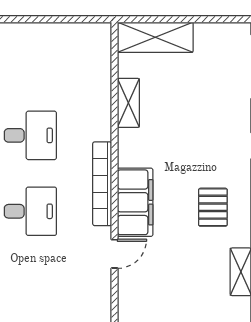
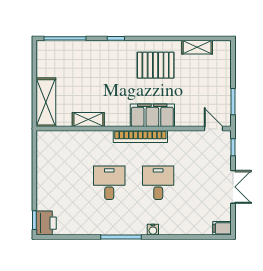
pallet: (213, 207) -> (156, 65), width x1.50, depth x1.42
door: (115, 254) -> (213, 129), moved

